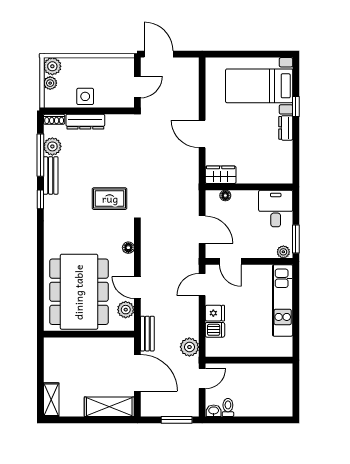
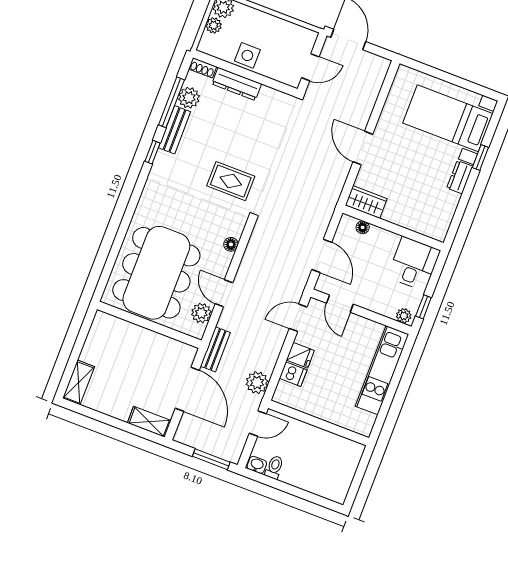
window: (296, 239) -> (423, 307), width x0.67
shelving: (109, 407) -> (149, 422), width x0.67, depth x0.75

